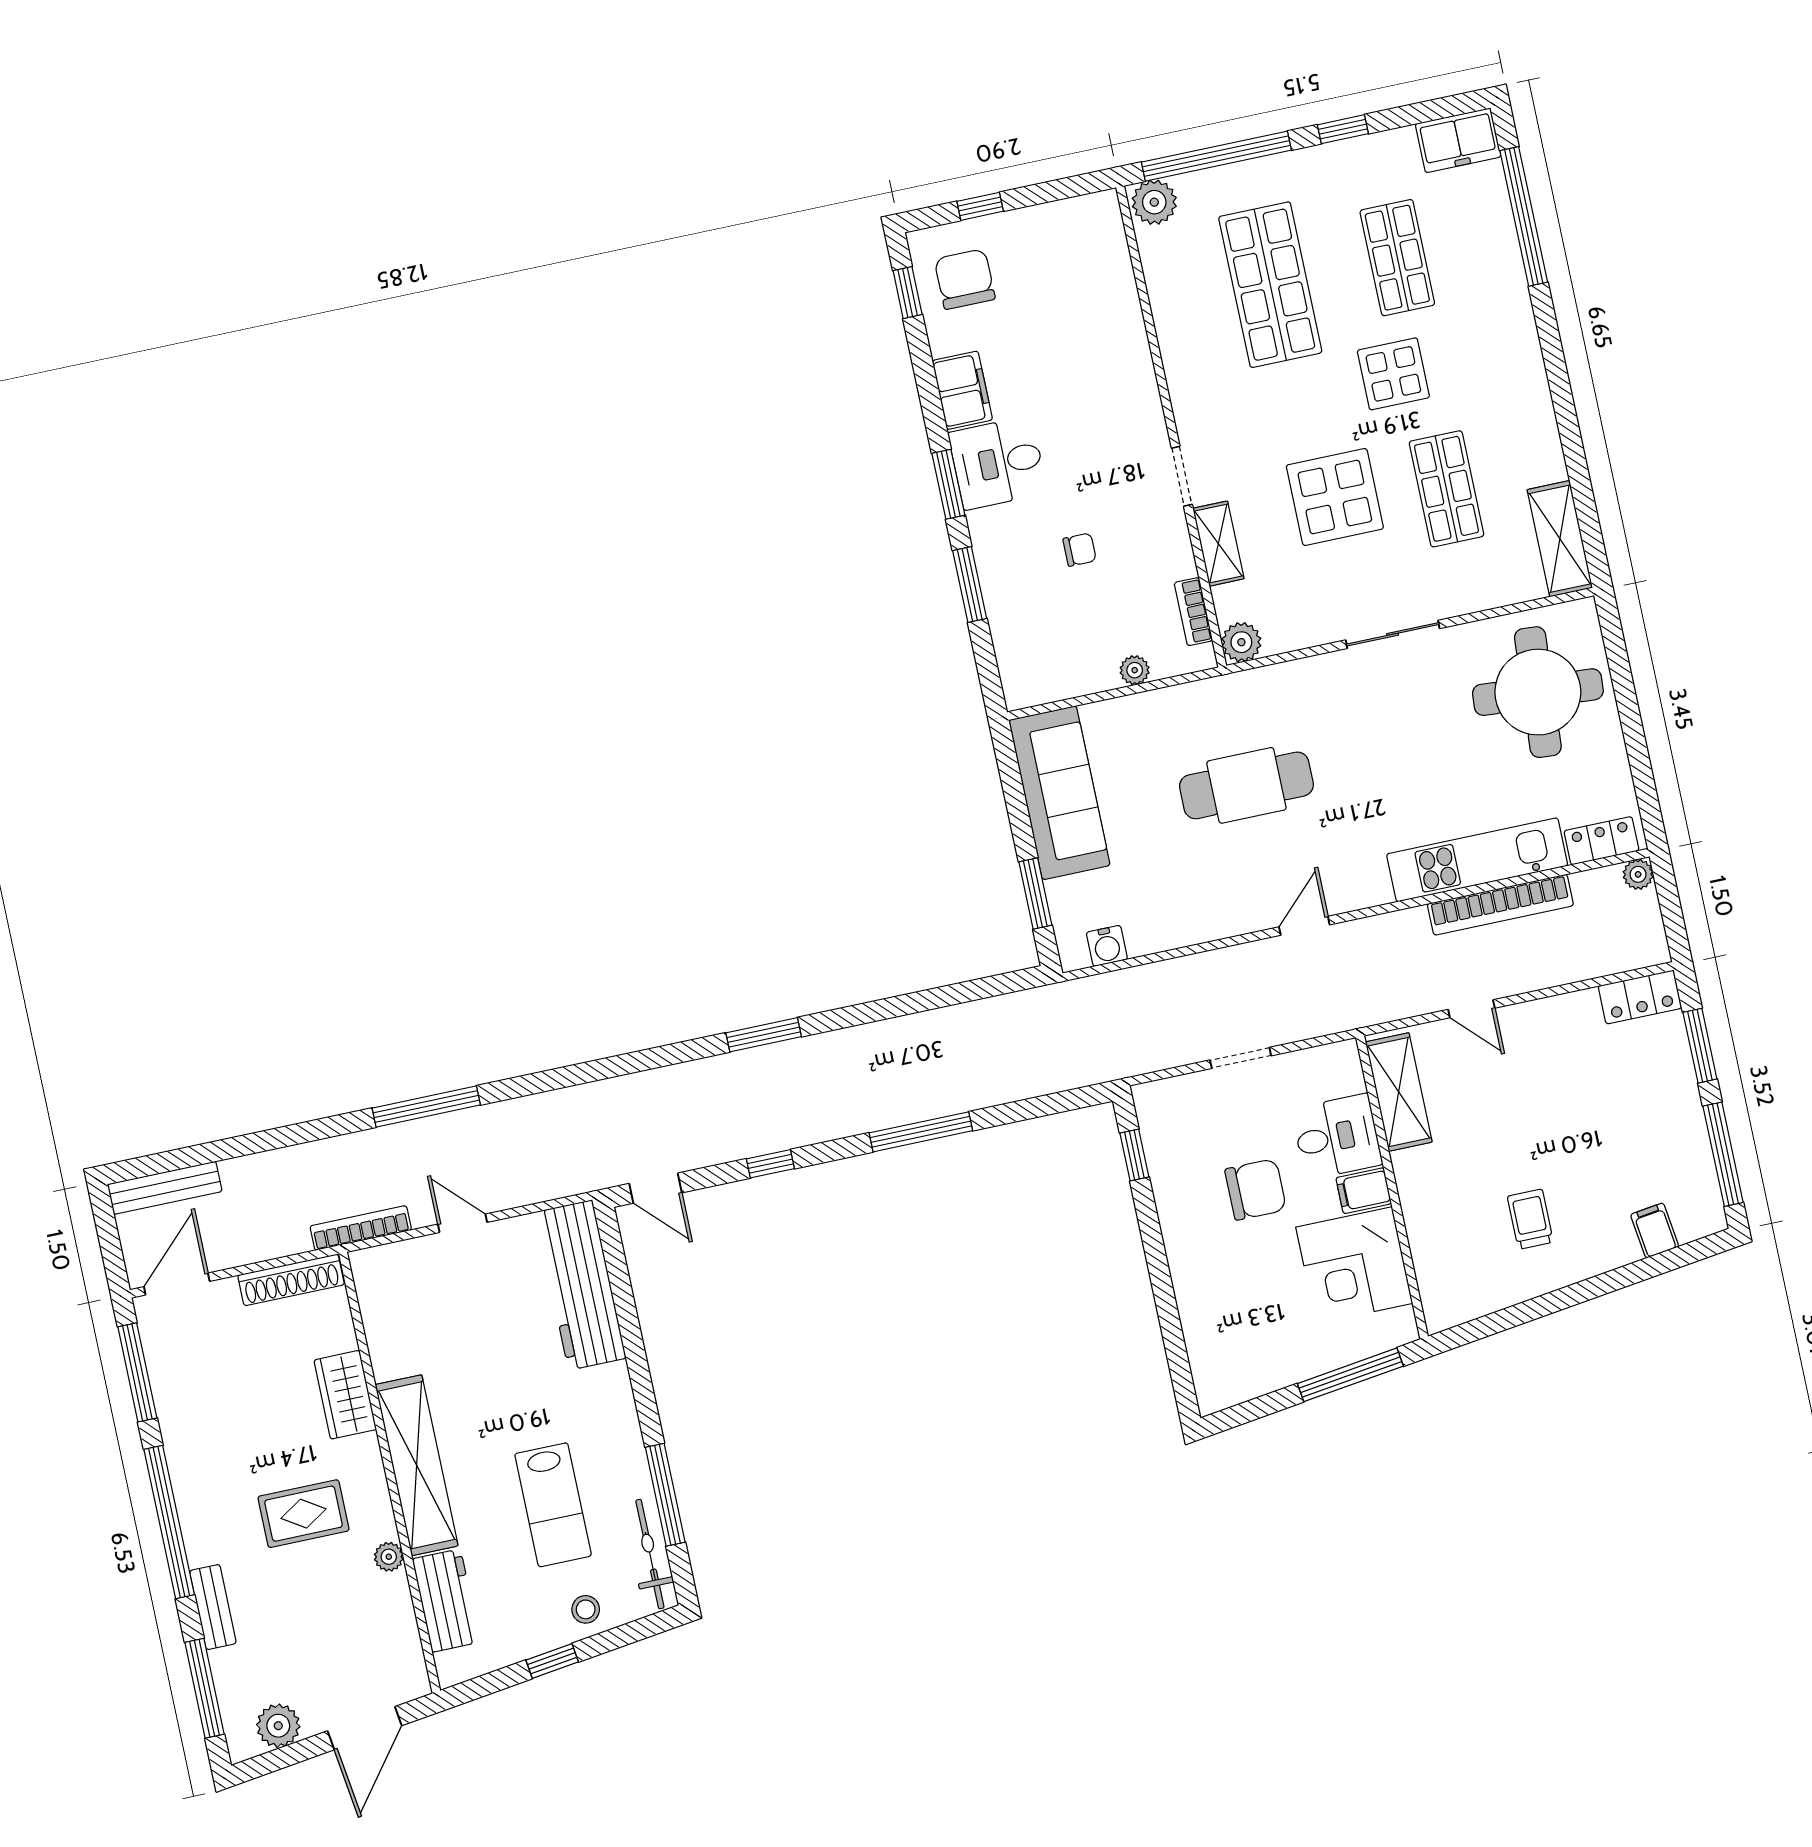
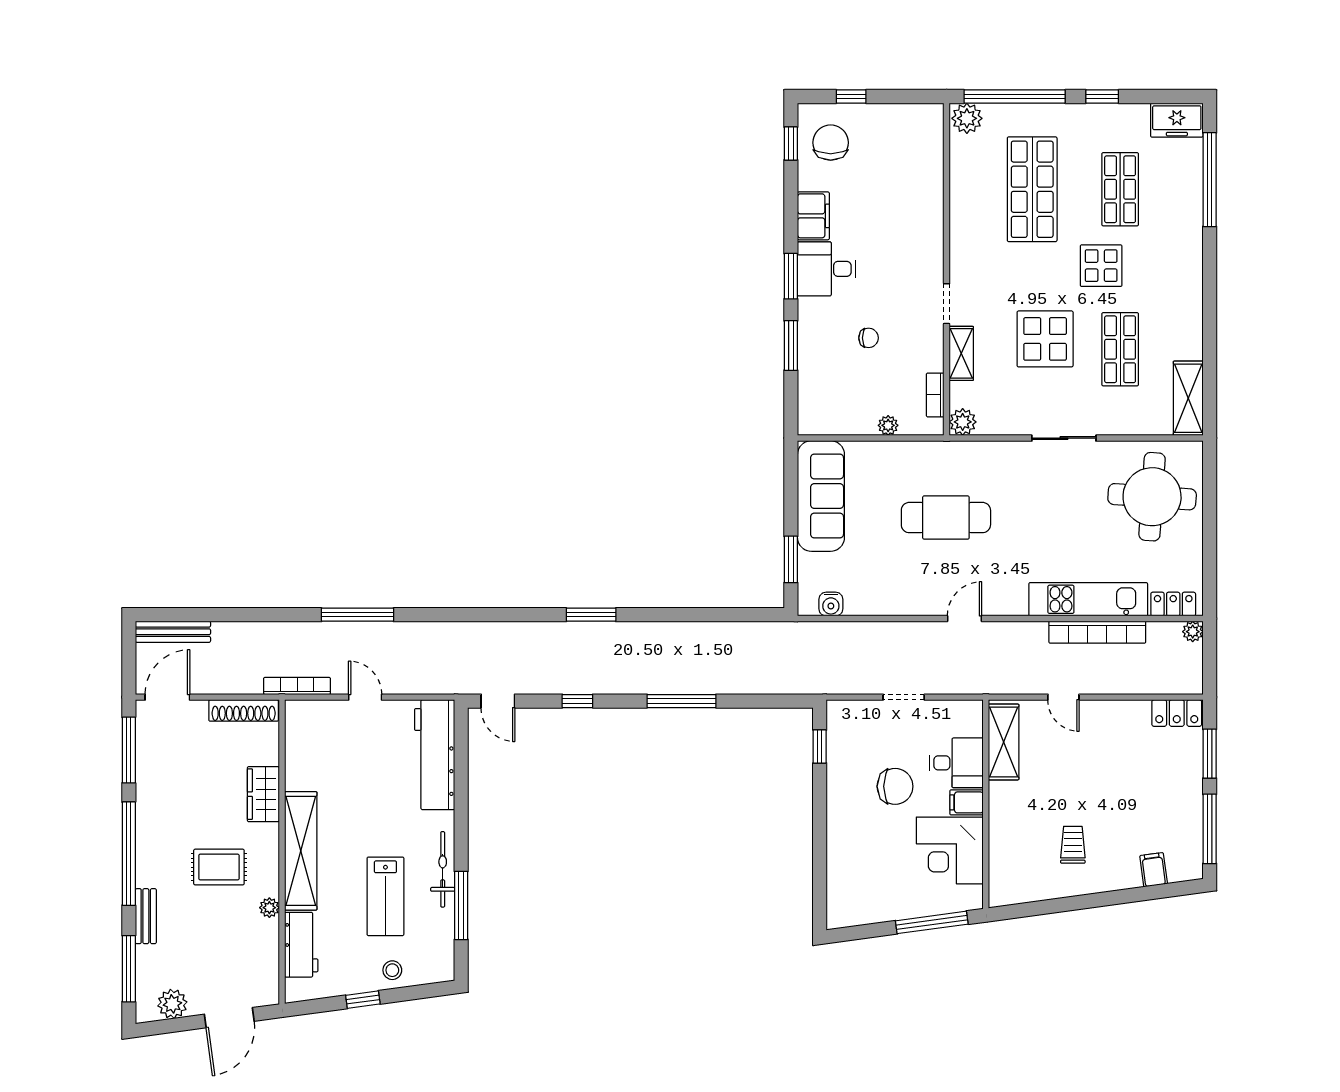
bicycle: (650, 1554) -> (443, 869), moved

